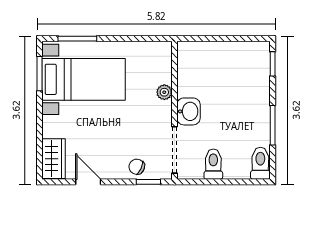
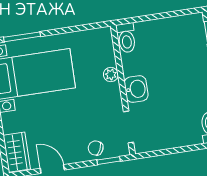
doorway: (174, 150) -> (129, 127), width x0.73
toilet: (213, 164) -> (126, 38), moved, turned 180

